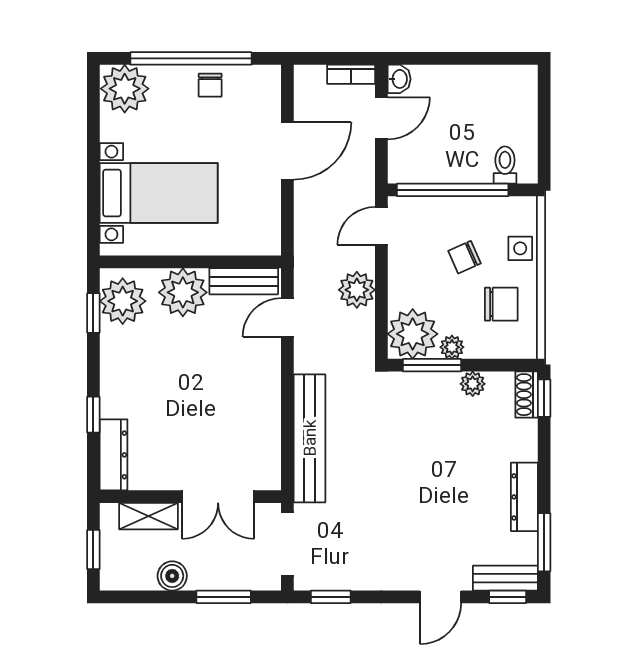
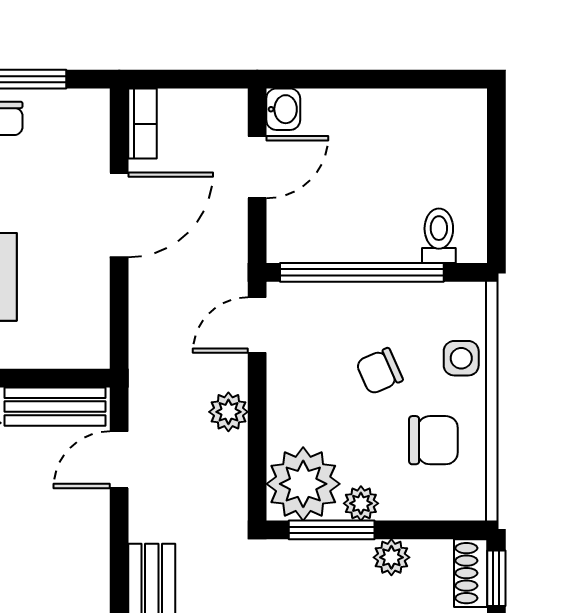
bookcase: (351, 74) -> (142, 124), moved, turned -90
plant: (357, 290) -> (228, 412), width x0.73, depth x0.73

